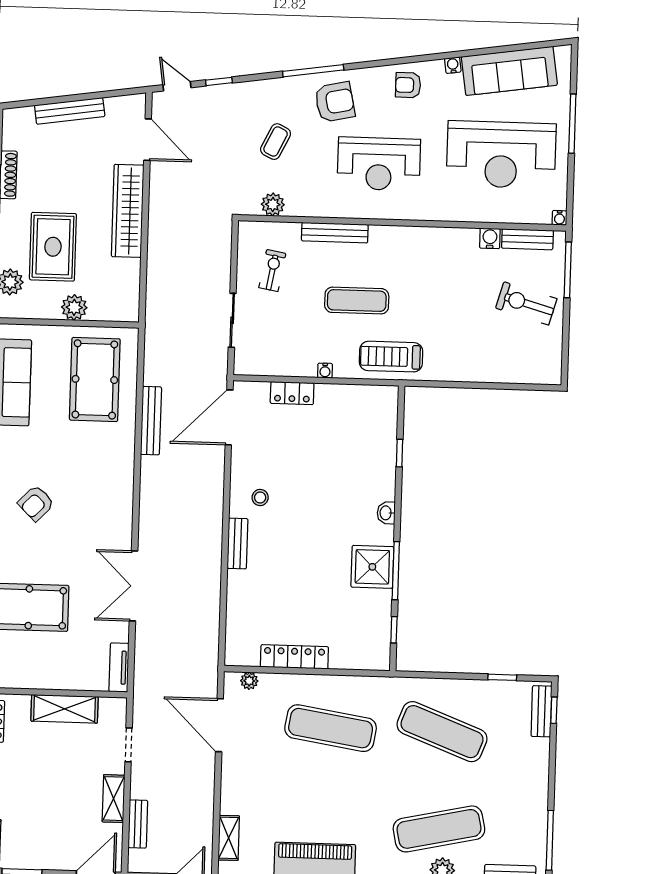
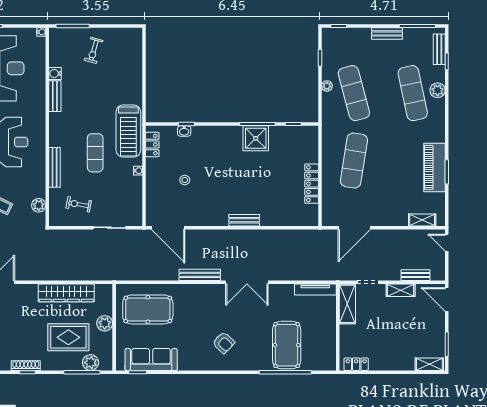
wardrobe: (128, 211) -> (66, 293), moved
bench: (527, 239) -> (55, 96), moved
exercise bike: (526, 303) -> (94, 50), width x0.73, depth x0.72
treadmill: (391, 357) -> (128, 131), width x1.37, depth x1.38
locker: (292, 393) -> (152, 145), moved
bench: (151, 421) -> (200, 275), moved
stool: (260, 497) -> (185, 180), moved
washbasin: (386, 513) -> (184, 131), moved
double door: (134, 586) -> (247, 282), moved
tv unit: (119, 667) -> (315, 289), width x1.41
plant: (249, 681) -> (327, 86), moved
shelving: (65, 709) -> (347, 304), moved
bench: (541, 711) -> (387, 33), moved
exercise mat: (442, 732) -> (354, 93), turned -36

